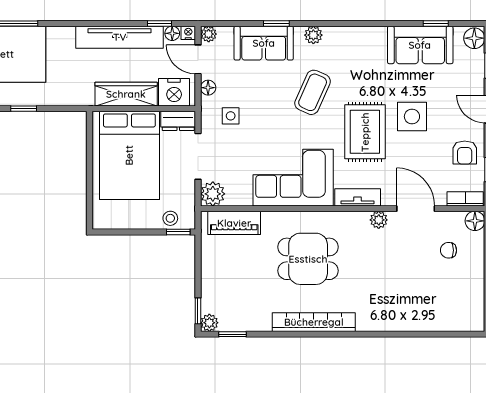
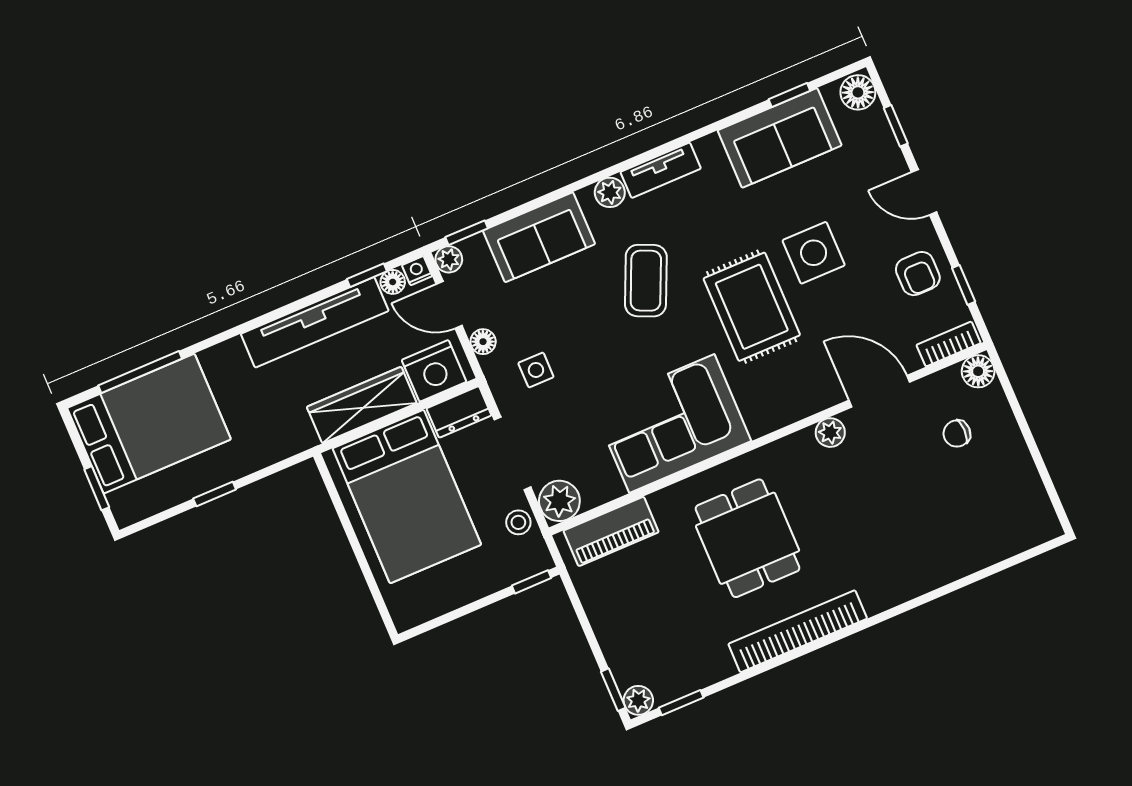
window: (276, 24) -> (467, 233), moved
tv unit: (358, 197) -> (661, 170), moved, turned 180
stool: (170, 218) -> (518, 522), moved
dining table: (308, 259) -> (748, 538), turned 90

